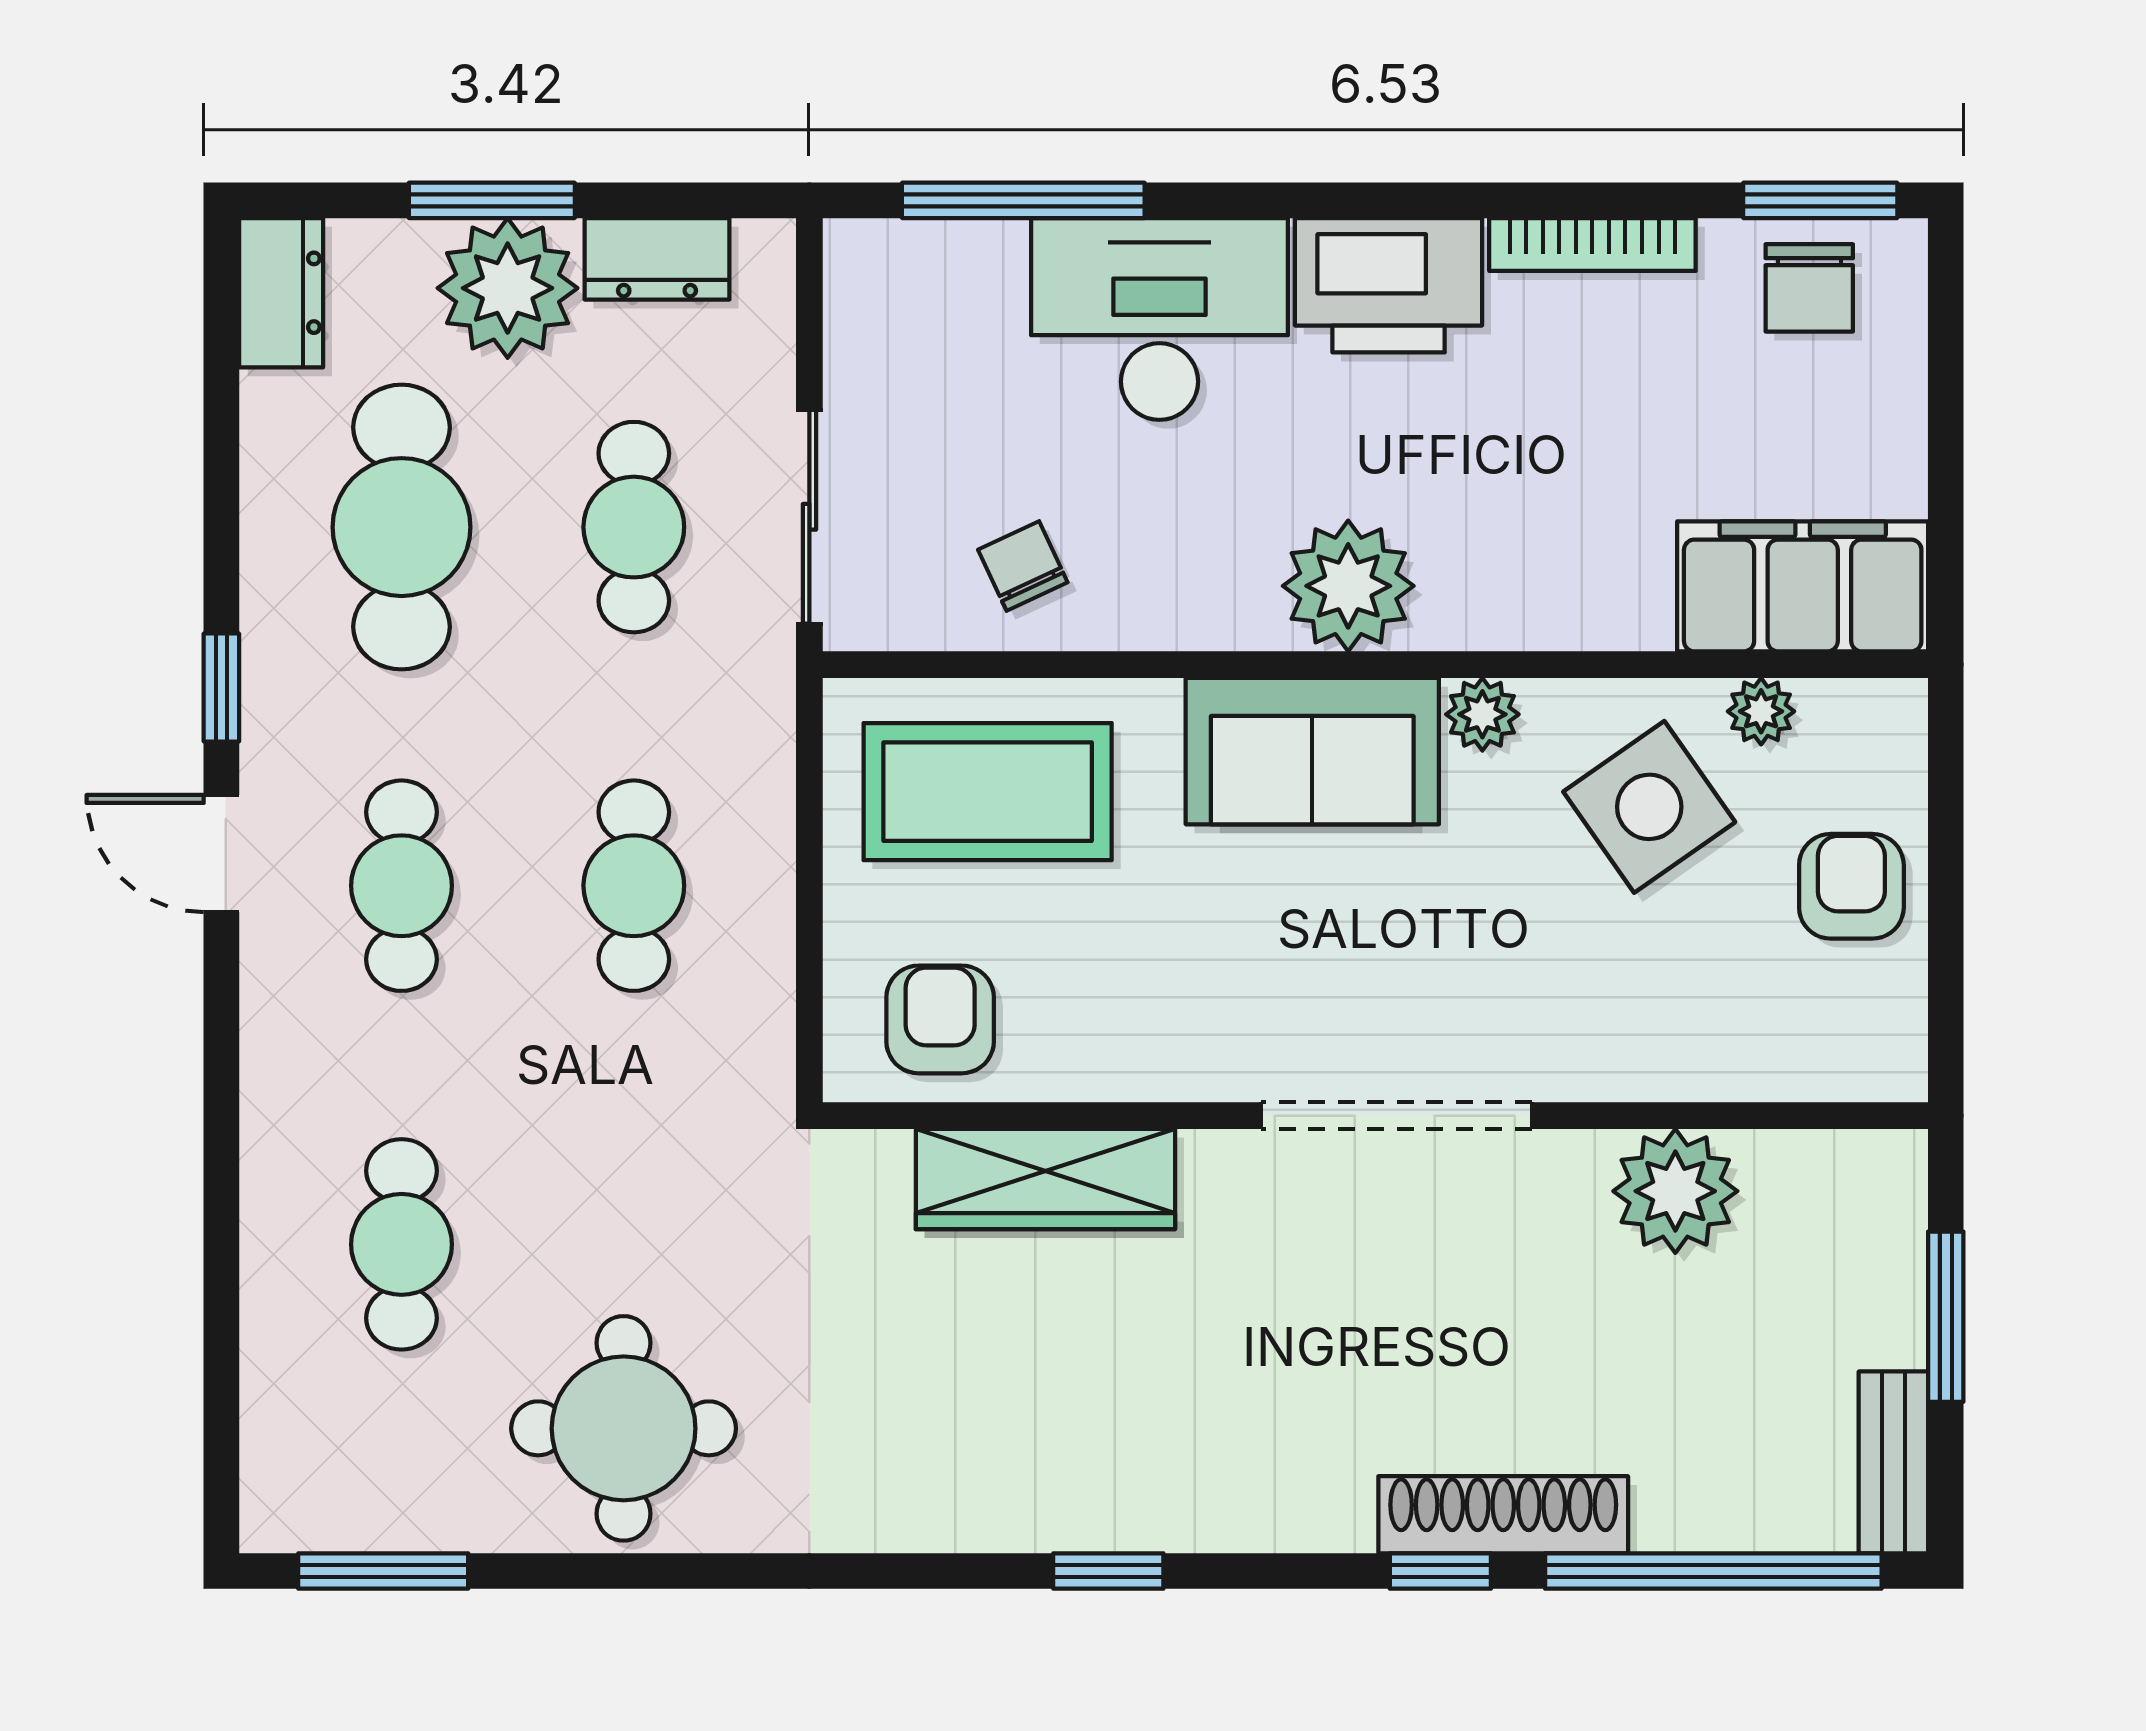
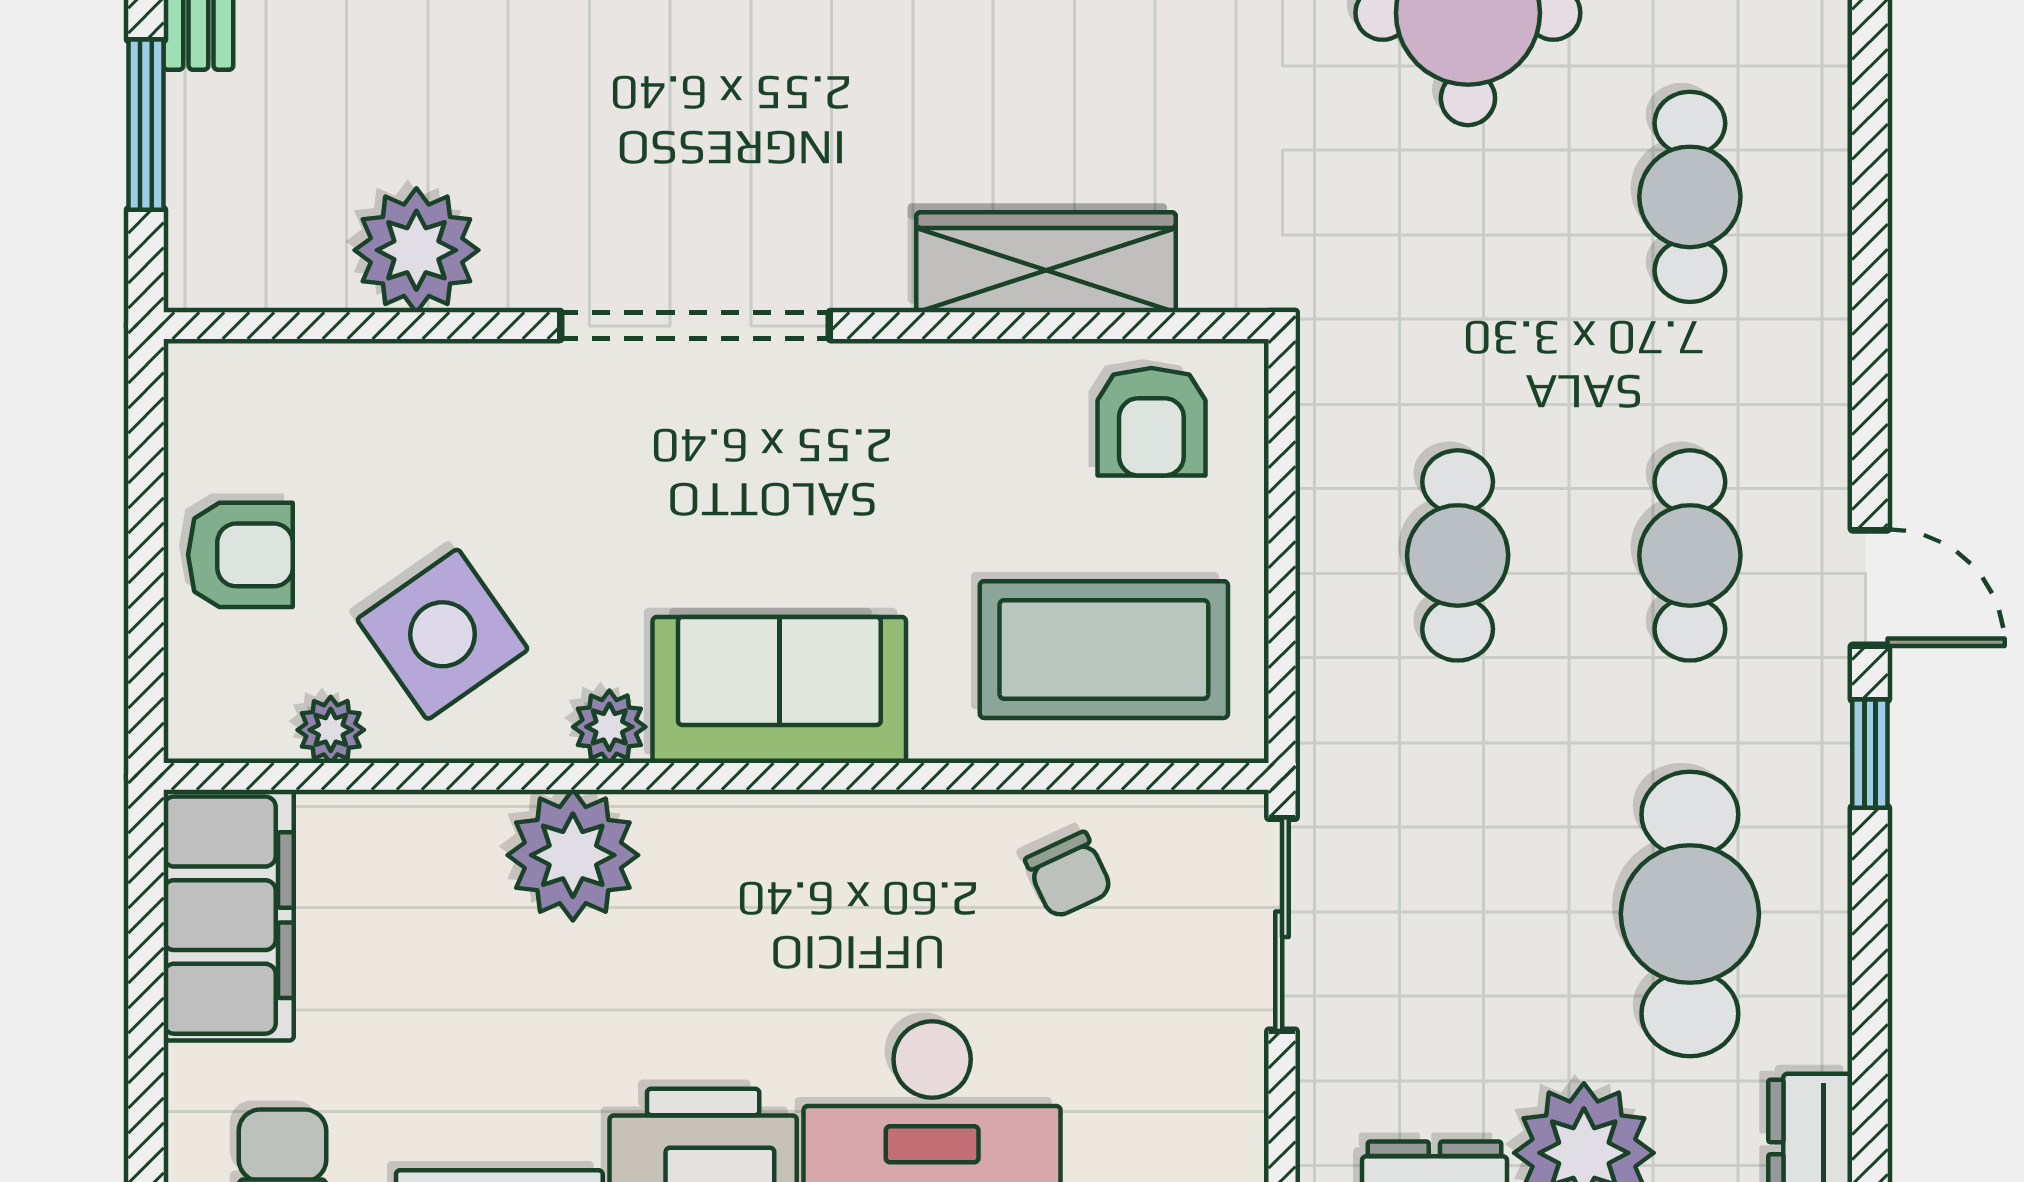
cafe table: (634, 527) -> (1458, 914), removed
plant: (1348, 586) -> (573, 855), moved
filing cabinet: (1803, 586) -> (229, 915), moved, turned -90
armchair: (1851, 886) -> (240, 555), turned -90

